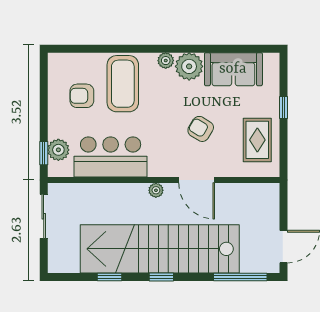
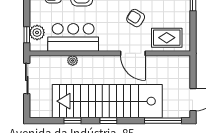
rug: (257, 140) -> (167, 38), moved, turned 90
plant: (156, 190) -> (73, 61), moved

